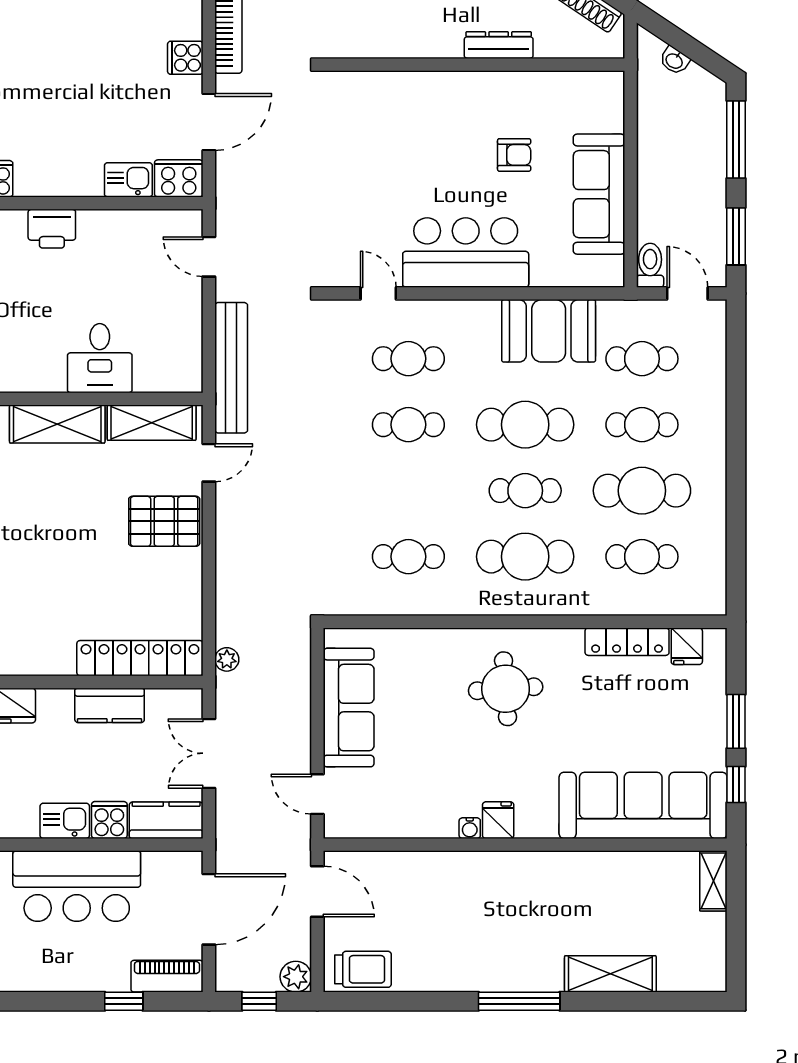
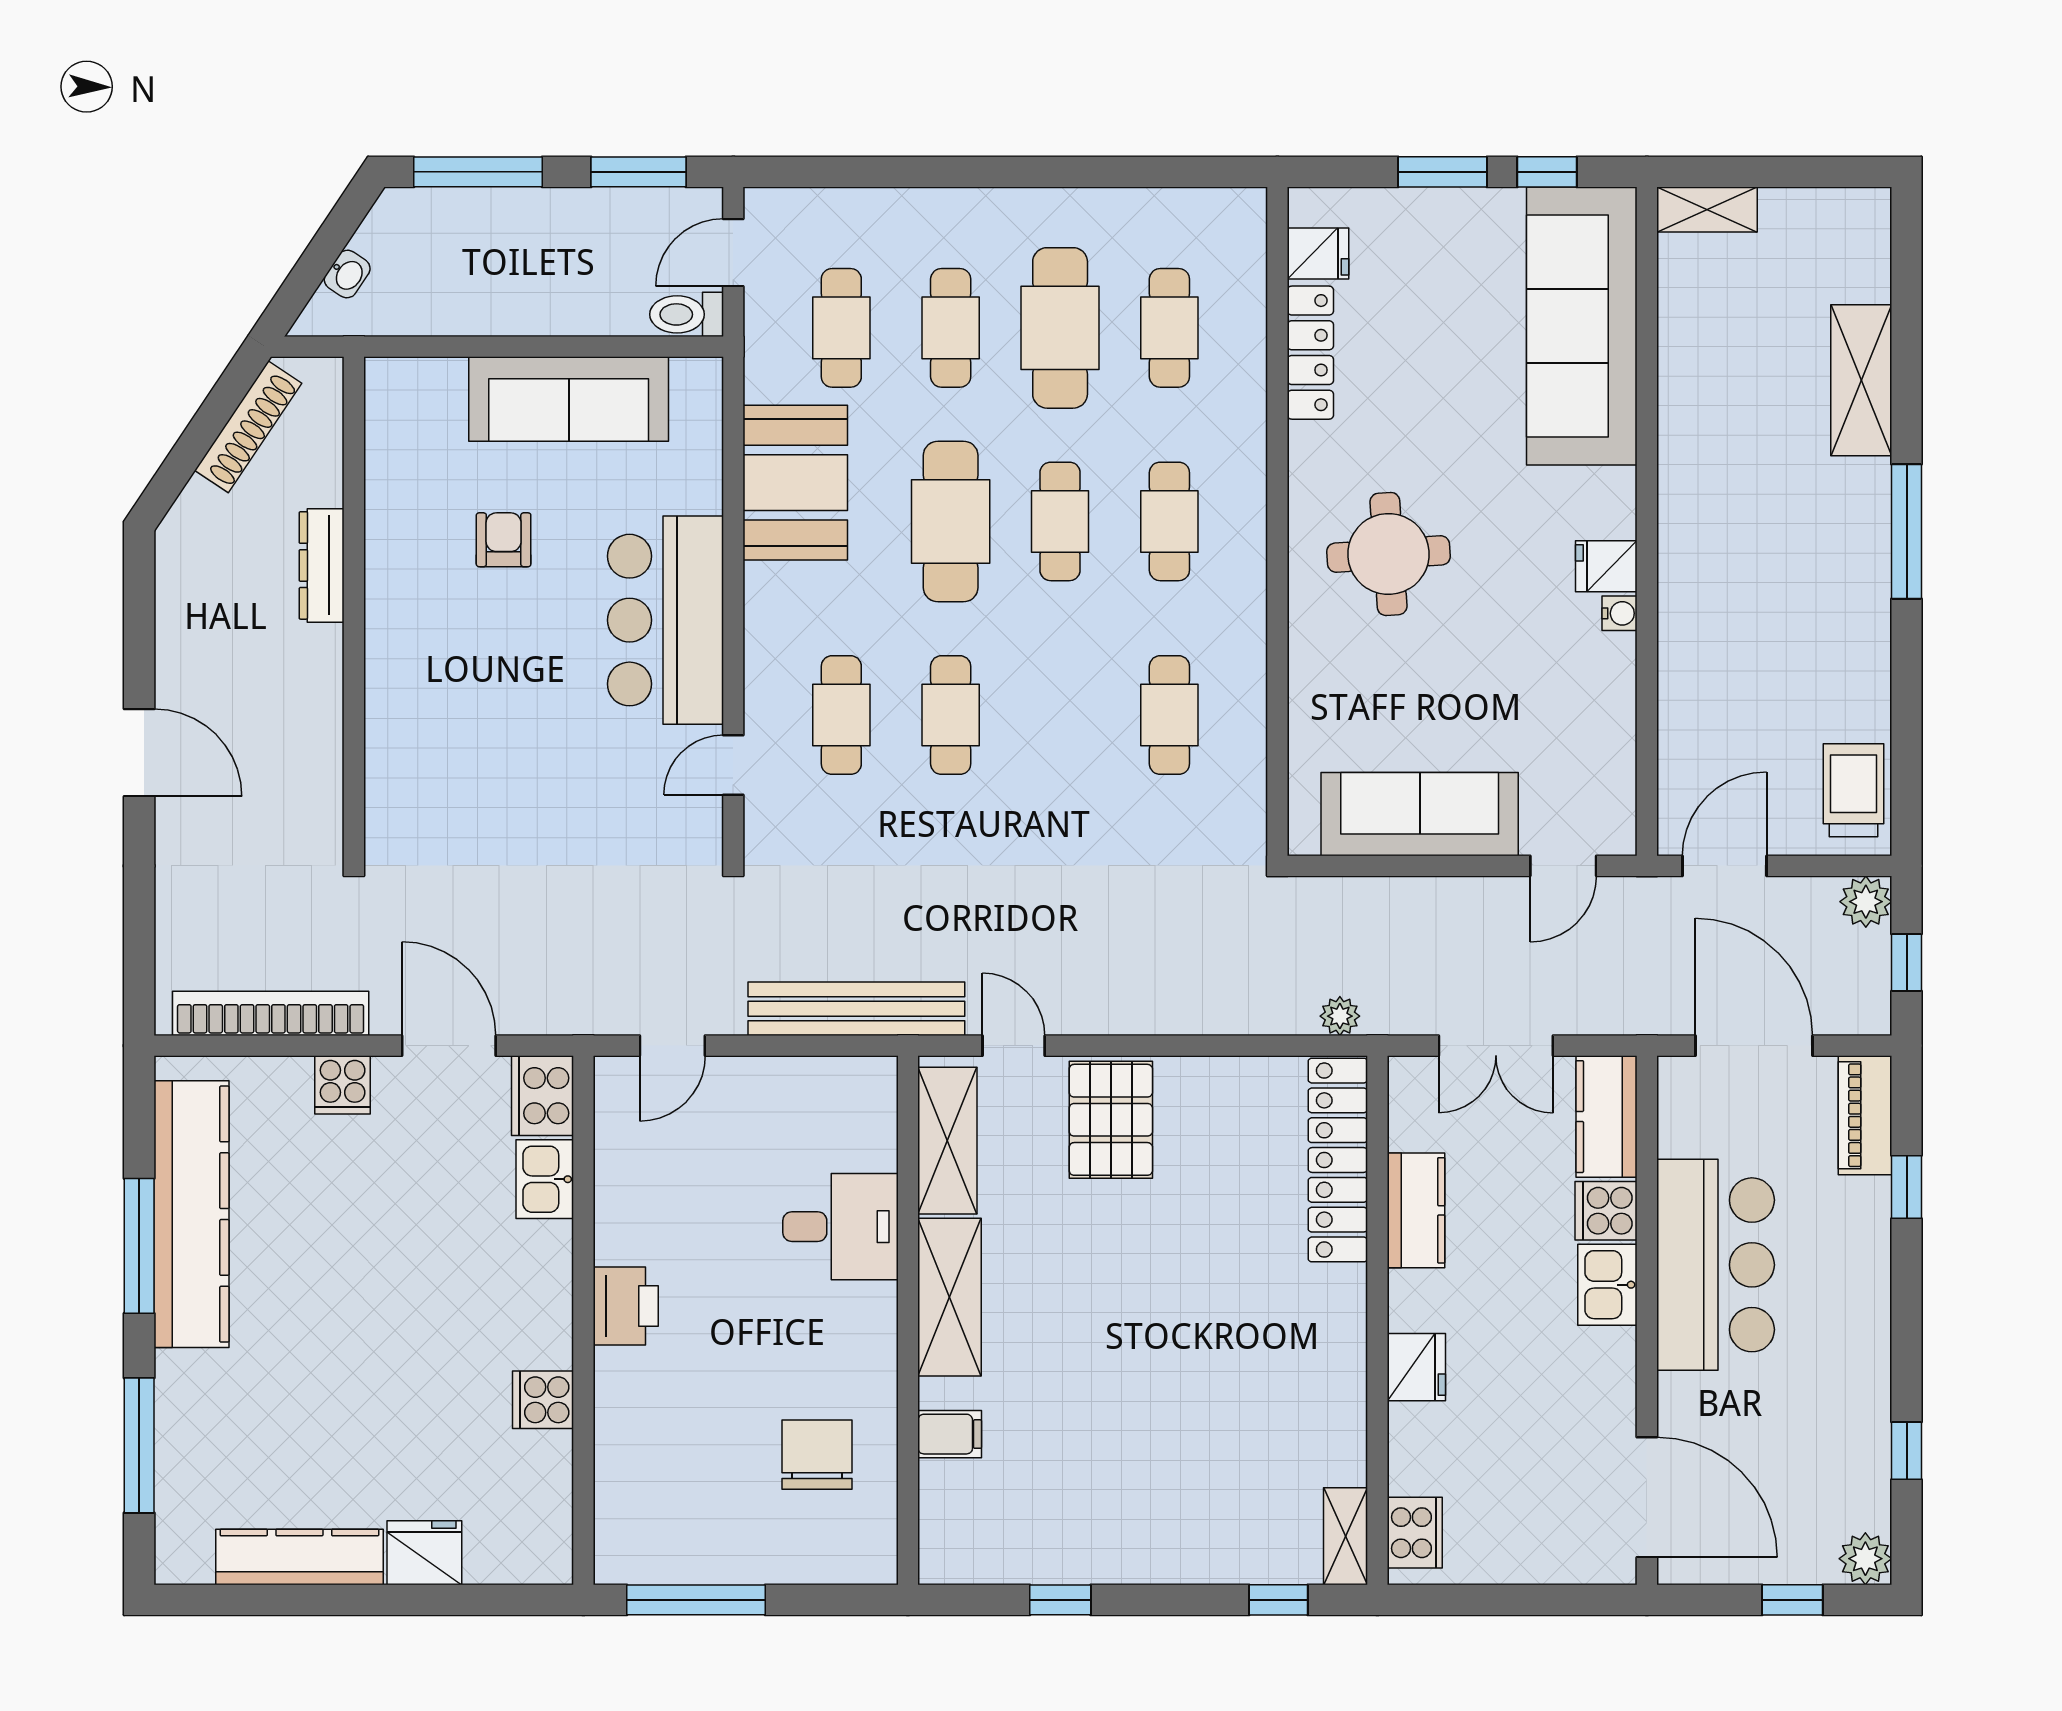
cafe table: (525, 557) -> (1169, 521), width x0.73, depth x0.74

